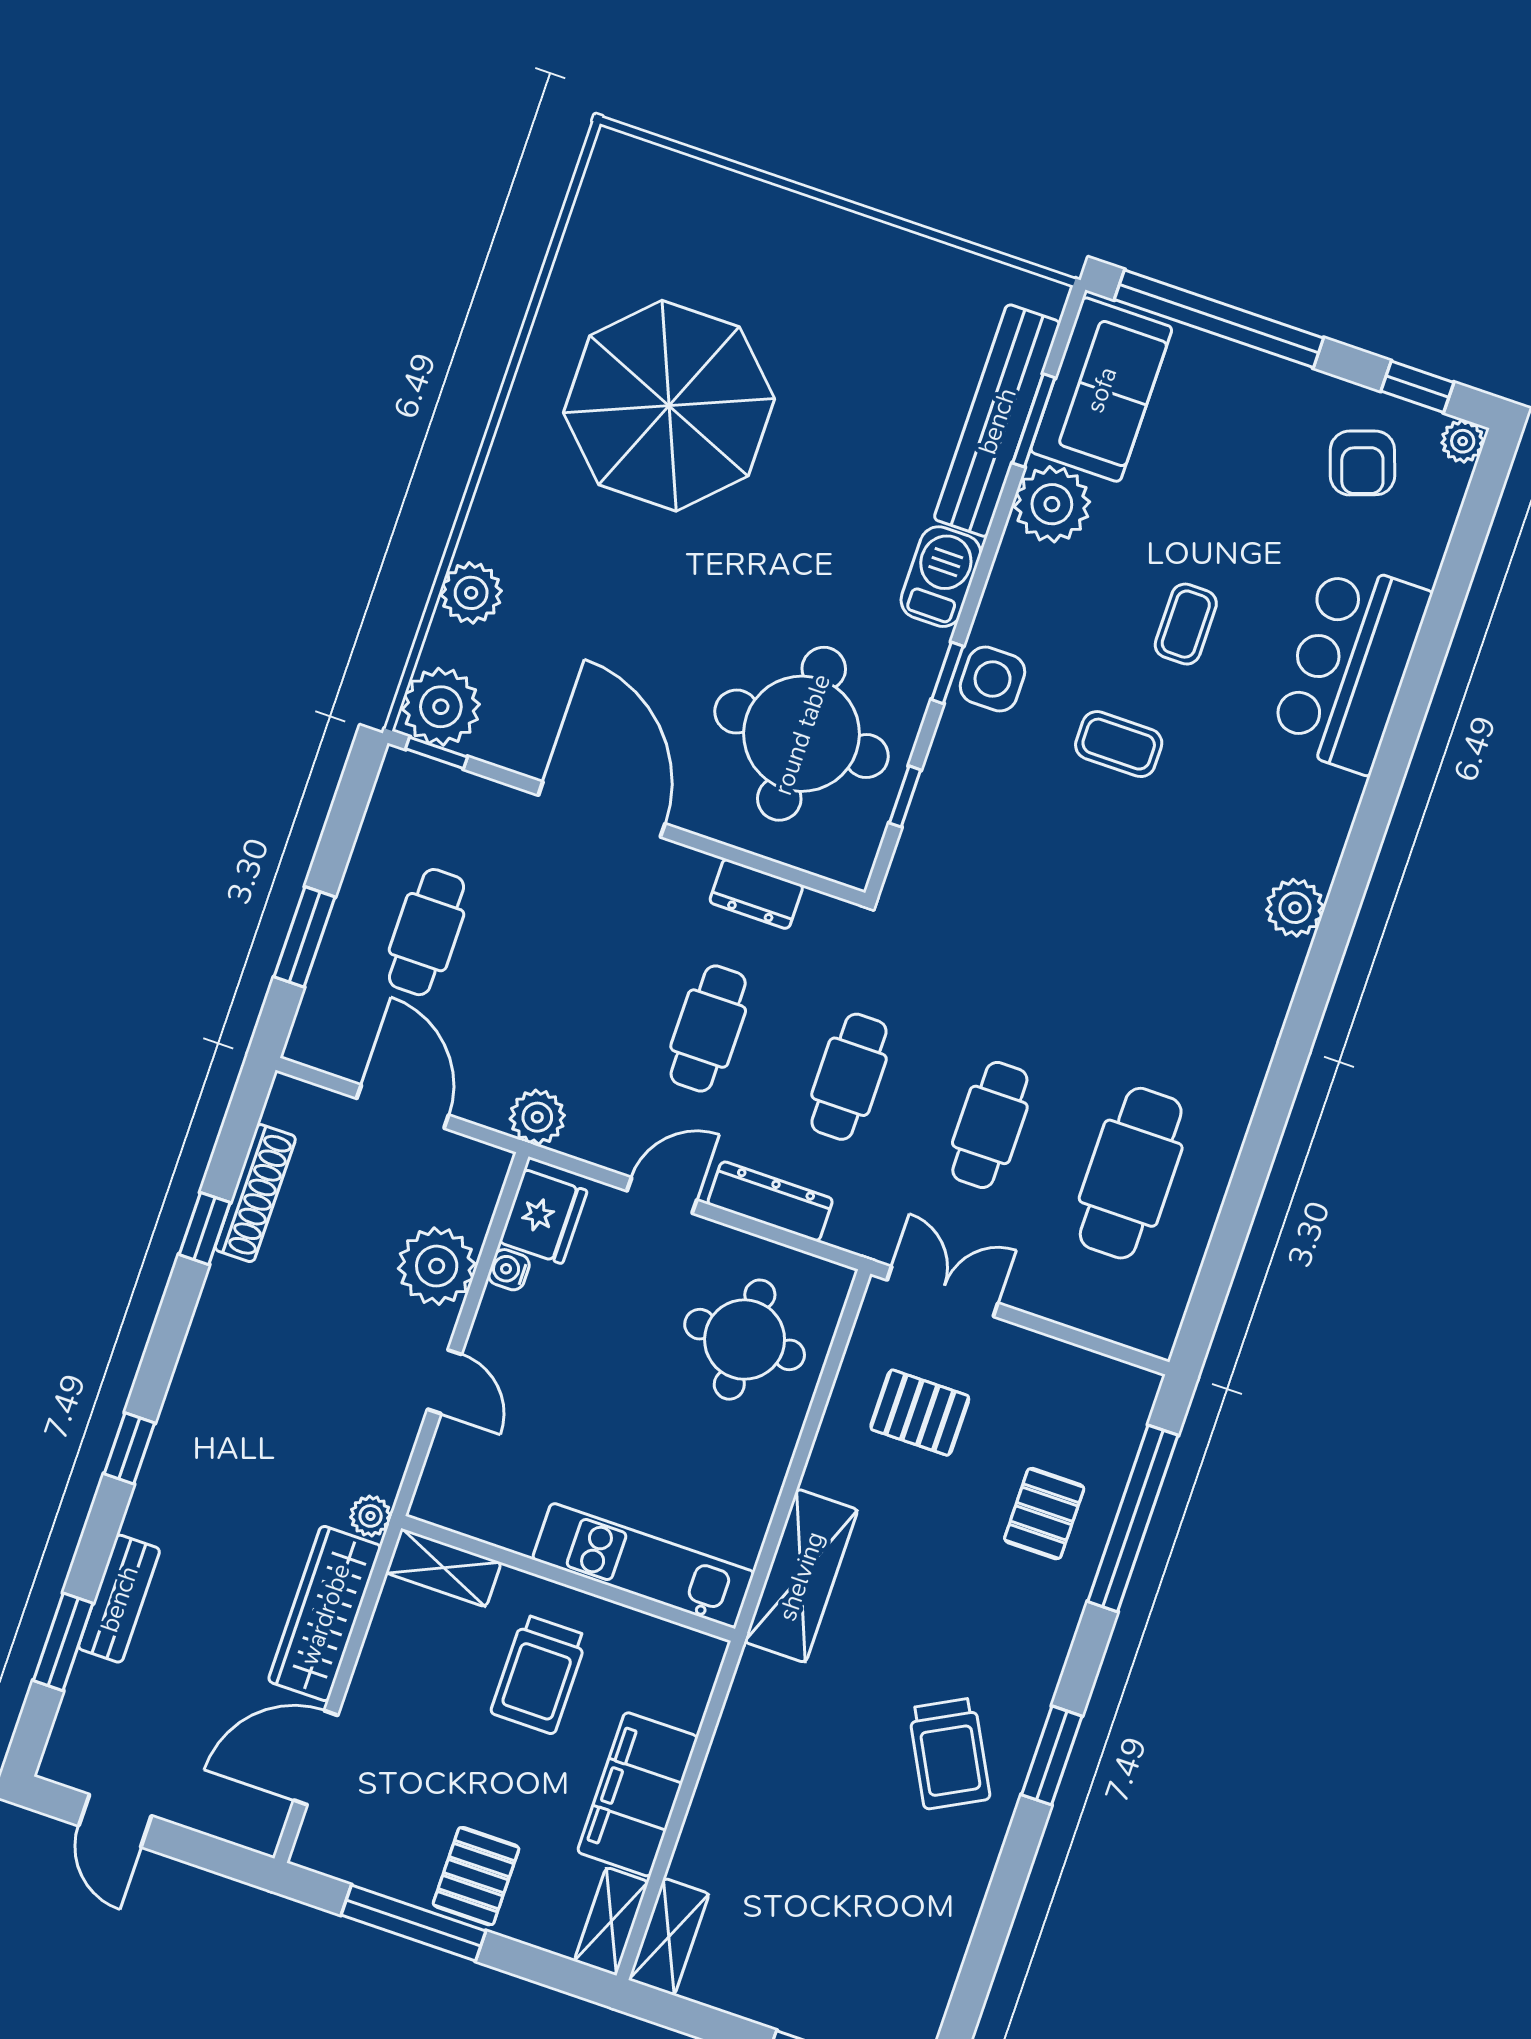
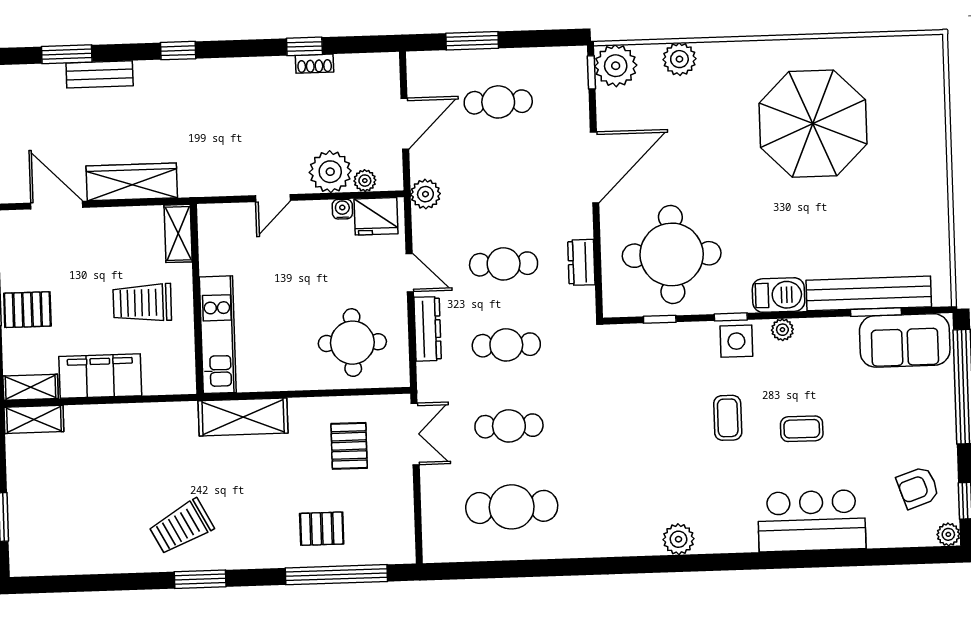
plant: (1052, 504) -> (782, 330), moved, width x0.53, depth x0.53
shoe rack: (255, 1193) -> (315, 64), width x0.51, depth x0.81
plant: (371, 1516) -> (365, 181), moved

